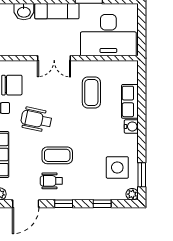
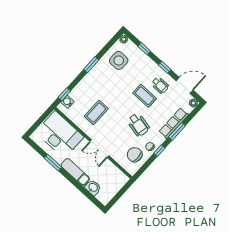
double door: (54, 58) -> (99, 149), swing flipped
window: (142, 81) -> (64, 94), added
row of seats: (130, 101) -> (80, 89), removed
water cooler: (131, 126) -> (67, 102), moved
window: (142, 175) -> (91, 65), moved

